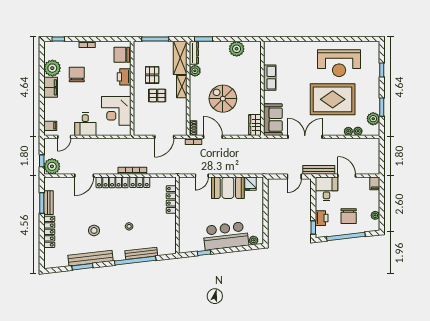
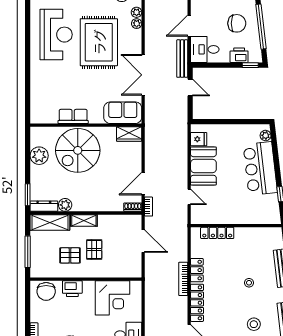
spiral stairs: (223, 99) -> (78, 150), moved, width x1.37, depth x1.37

